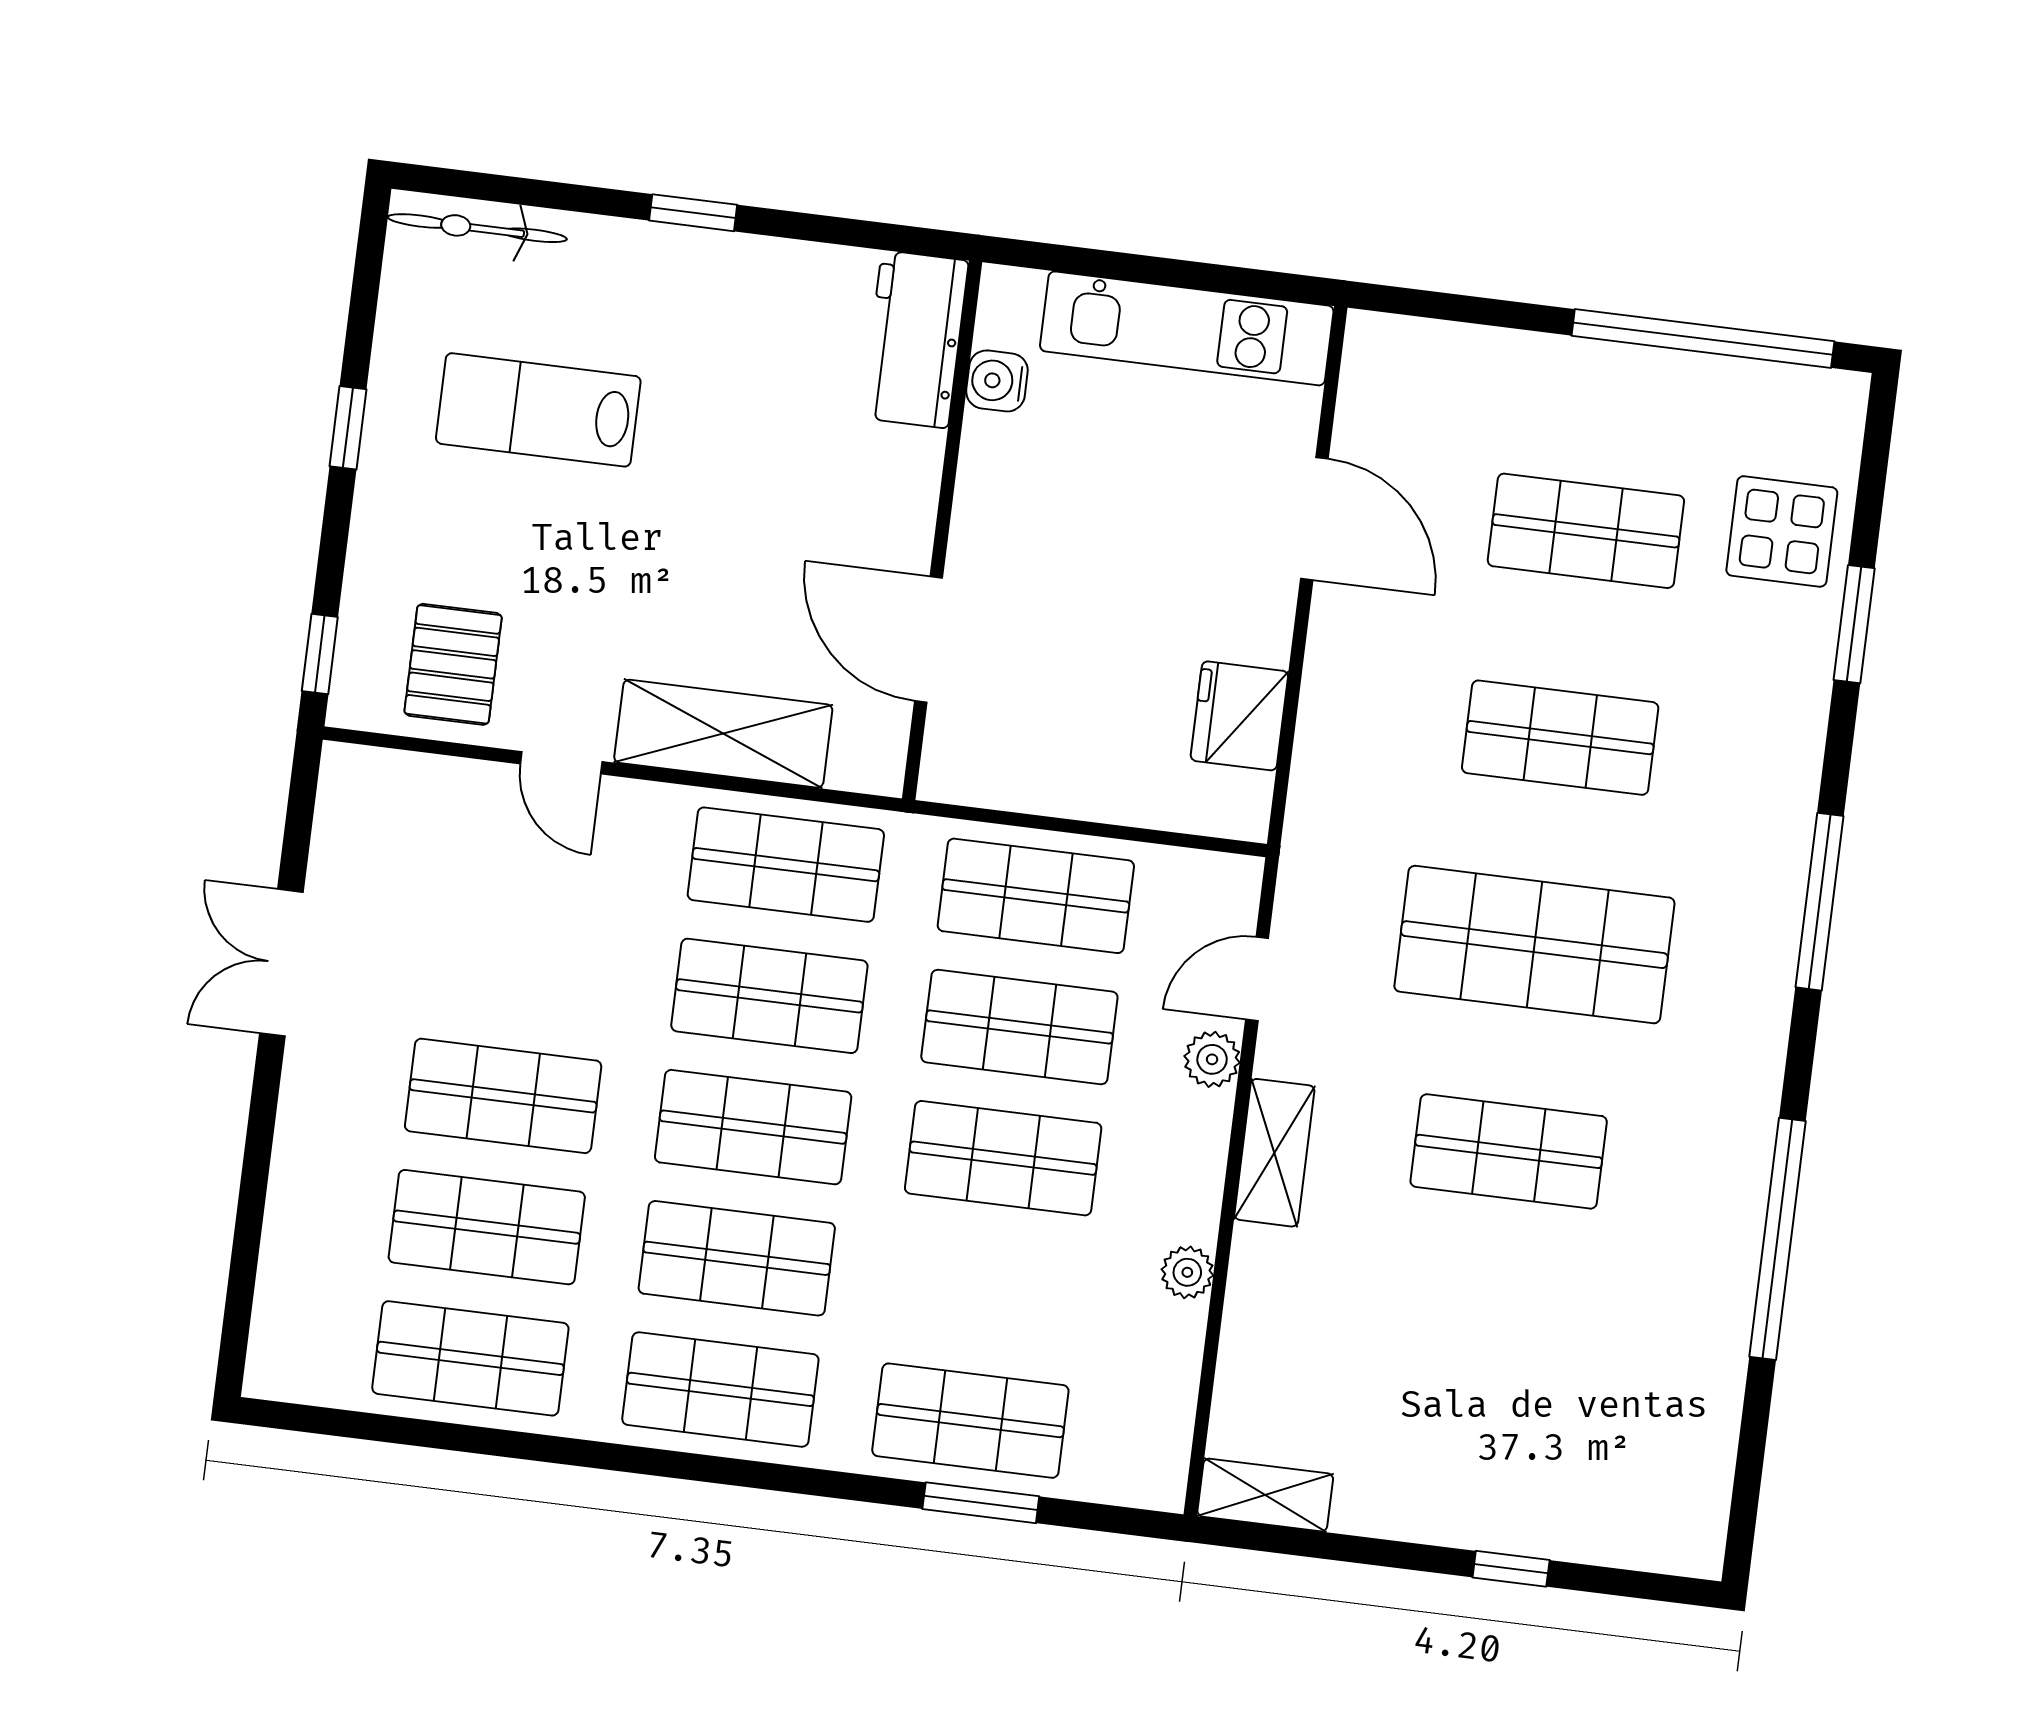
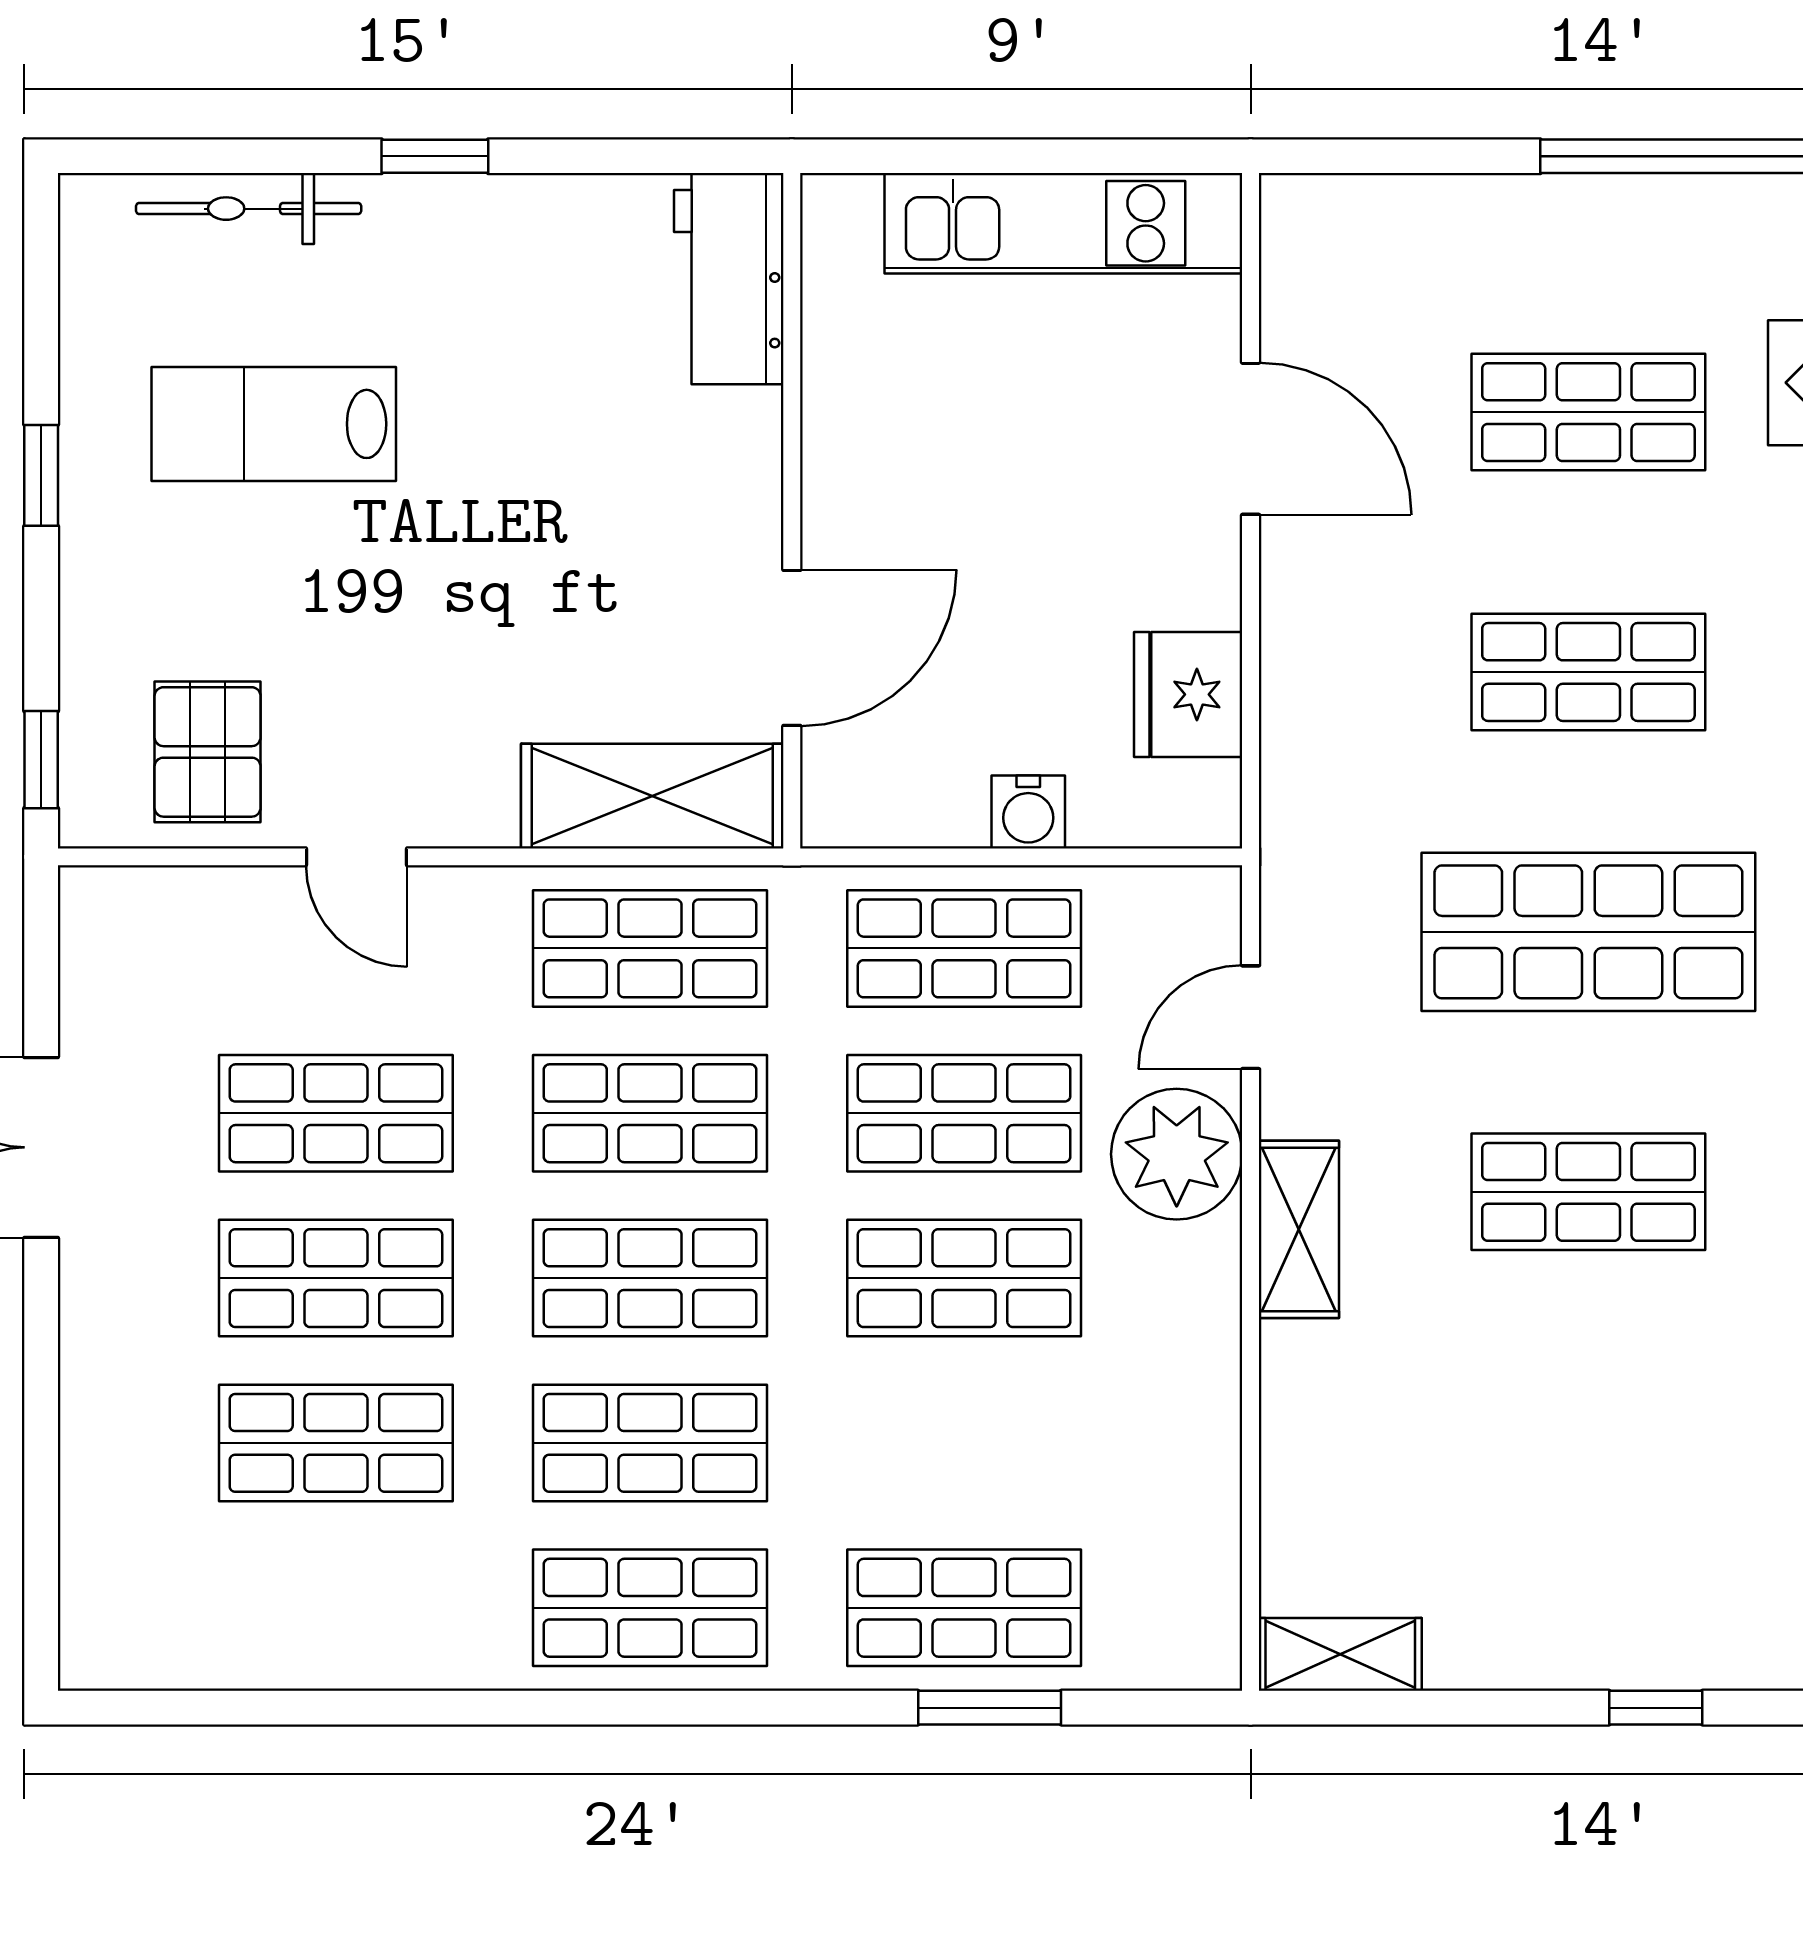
bicycle: (477, 228) -> (249, 209), moved
water cooler: (997, 381) -> (1028, 812), moved, turned -90
door: (928, 640) -> (792, 648), swing flipped
shelving: (723, 734) -> (652, 796), moved
plant: (1212, 1059) -> (1177, 1154), width x1.87, depth x1.87
plant: (1187, 1272) -> (1210, 1391), removed
shop shelf: (470, 1358) -> (336, 1113), moved

